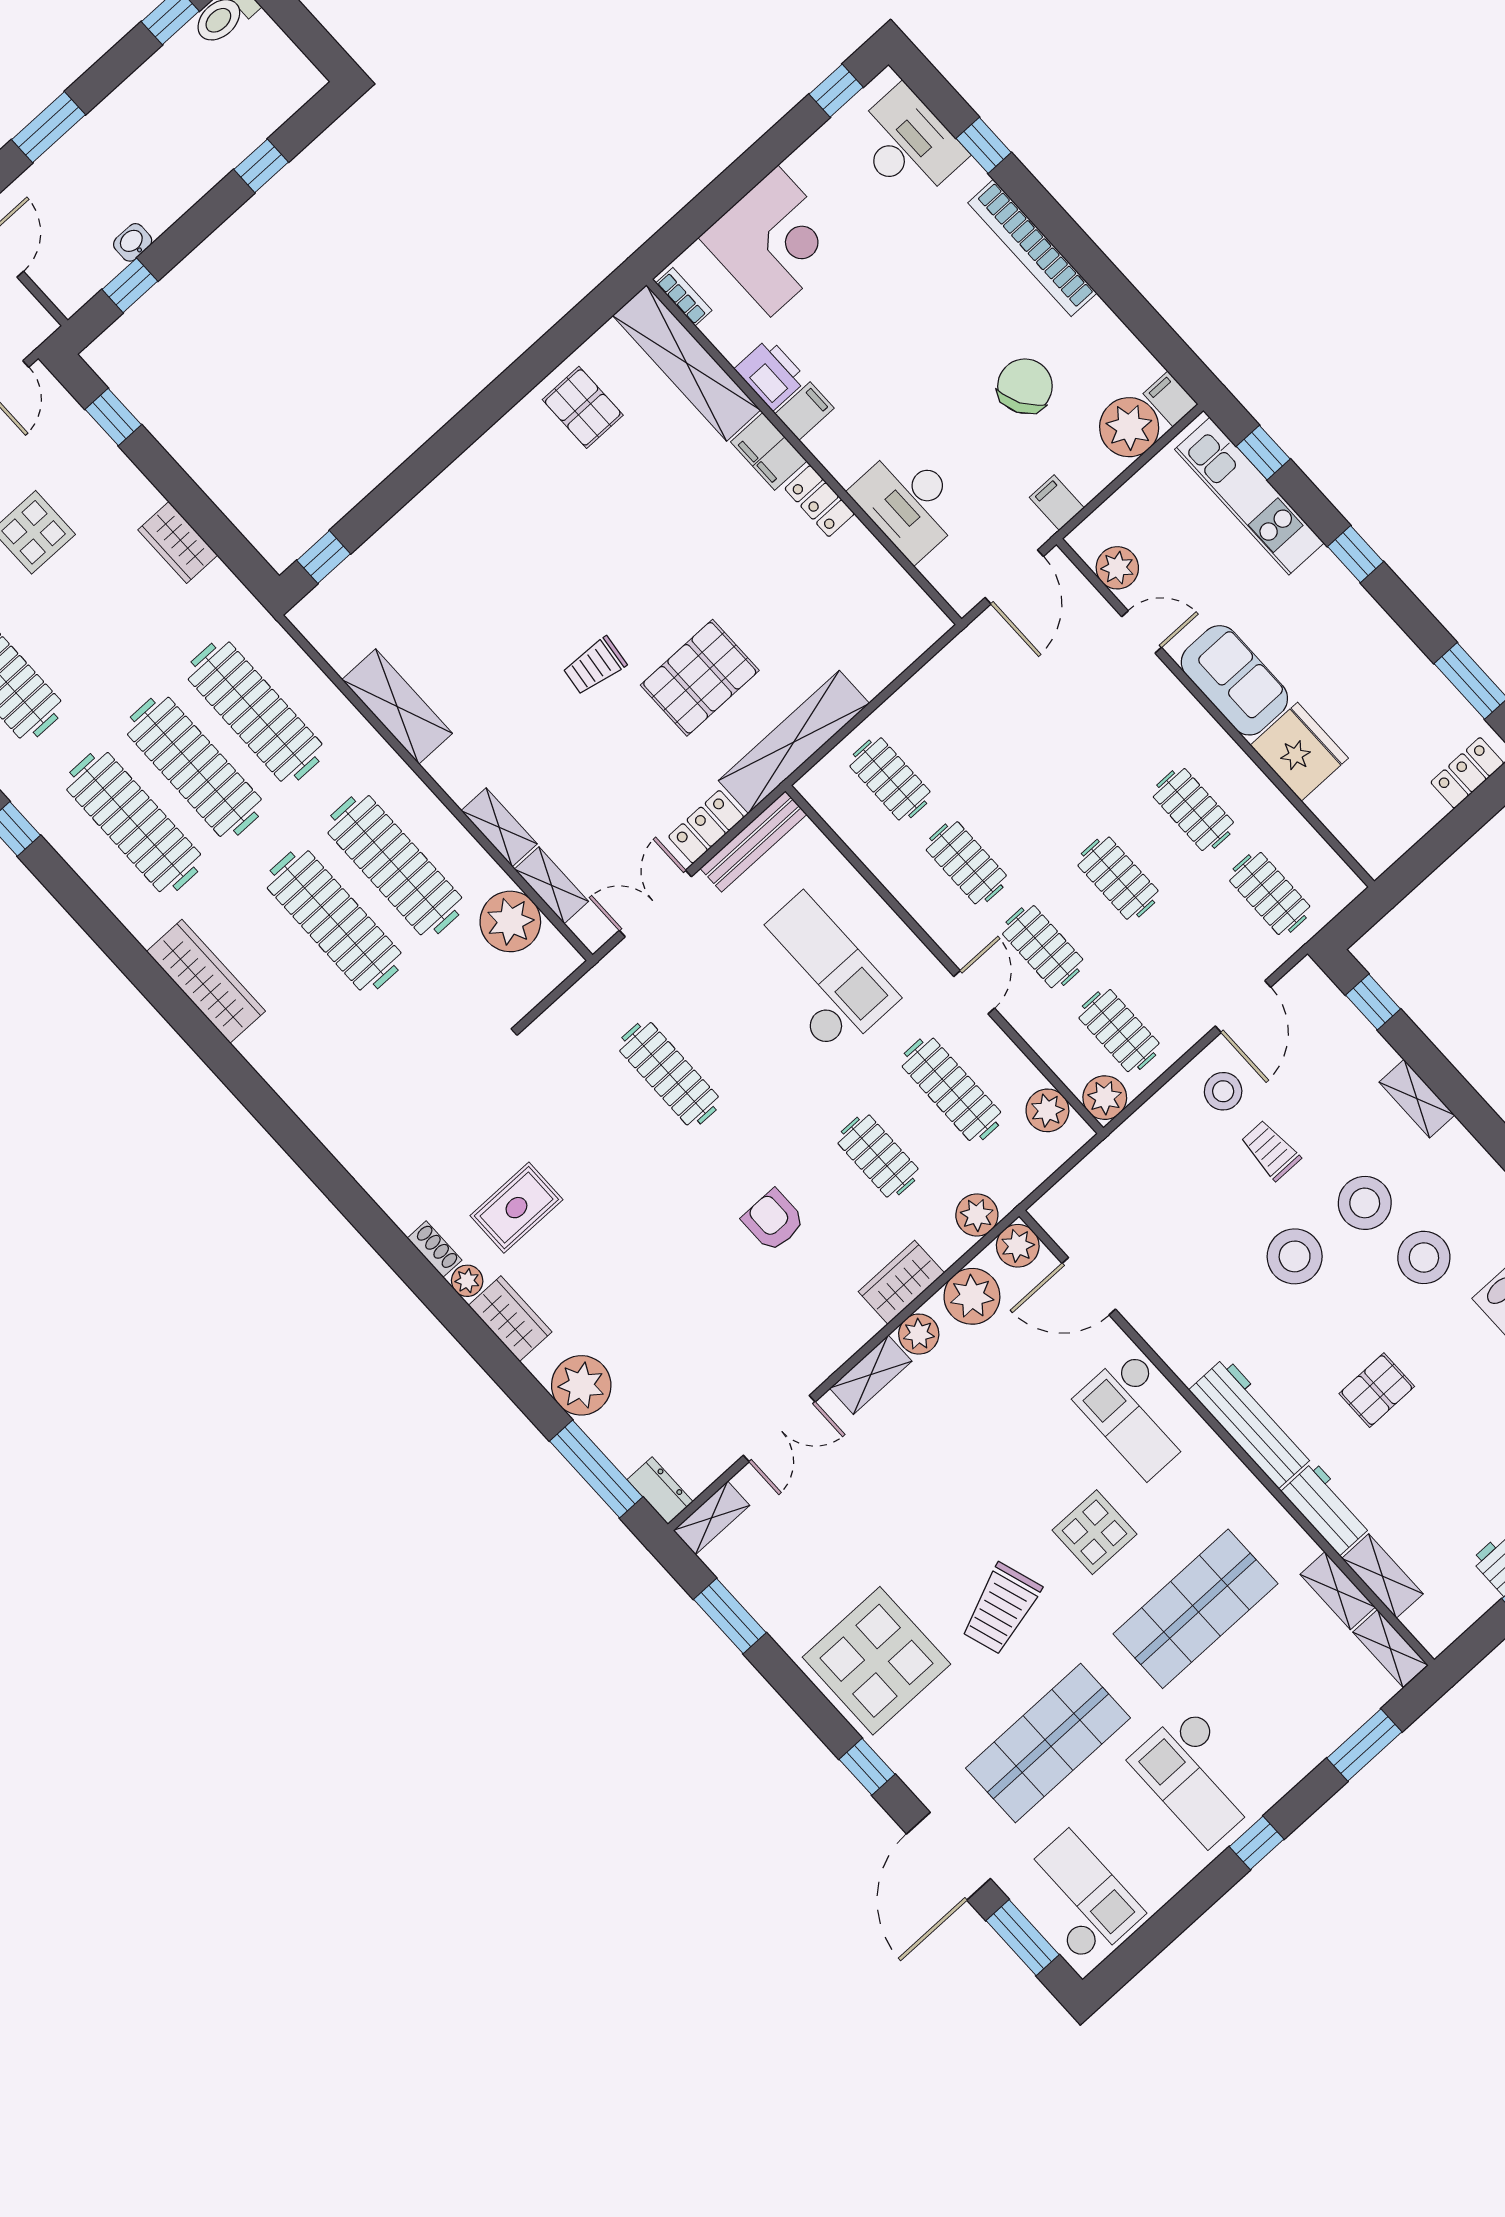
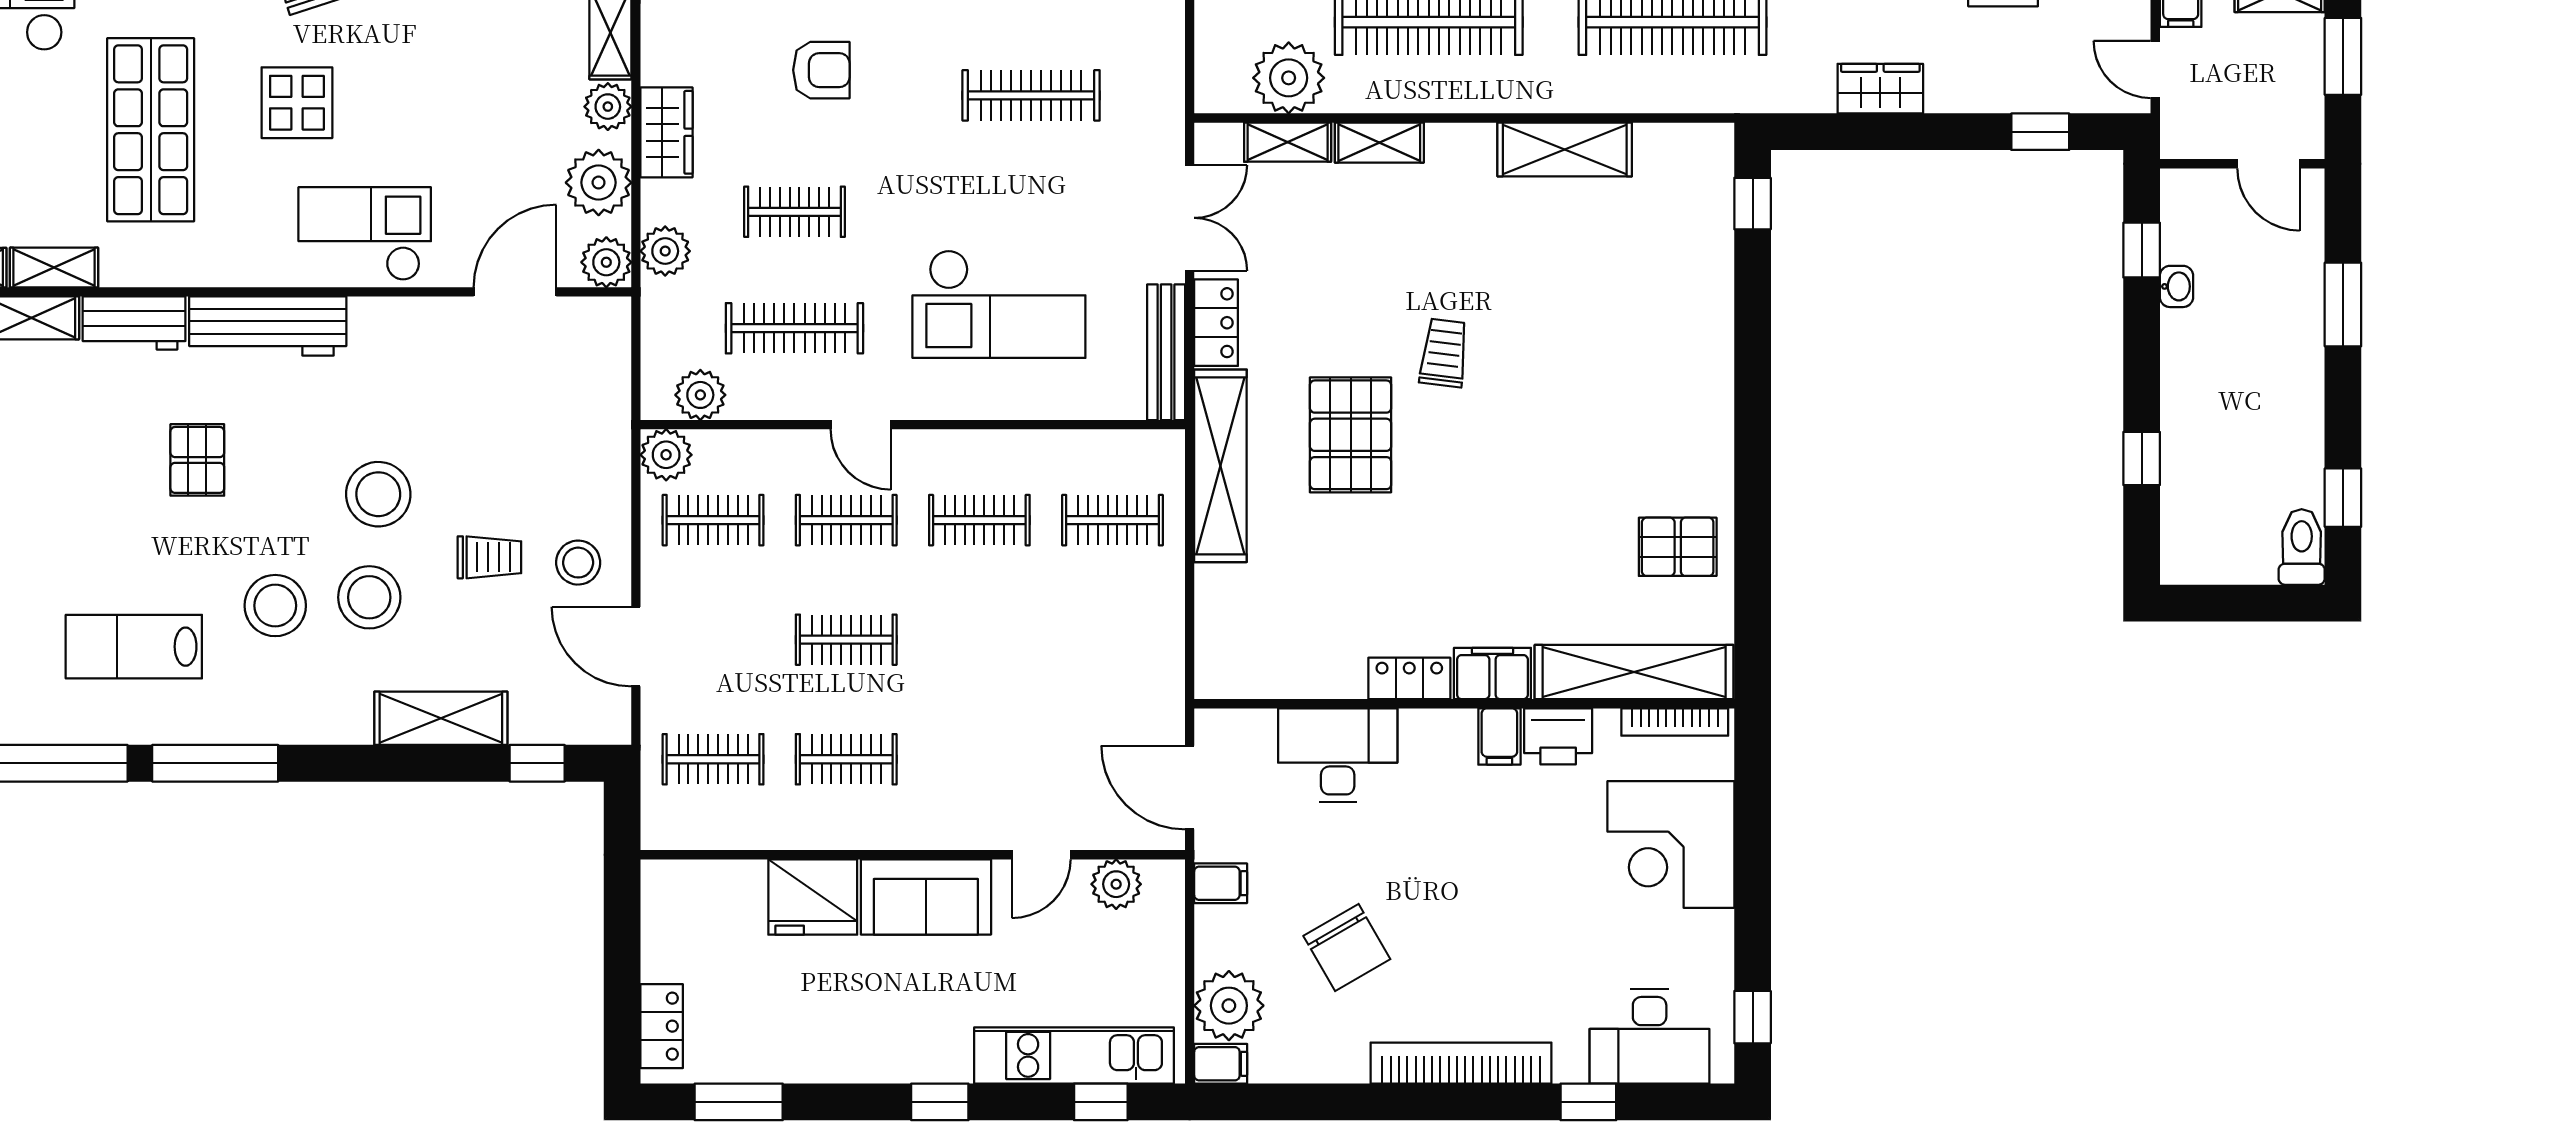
bookcase: (684, 297) -> (1675, 722), width x1.56
shelving: (1417, 1099) -> (441, 718), width x1.50, depth x1.33

